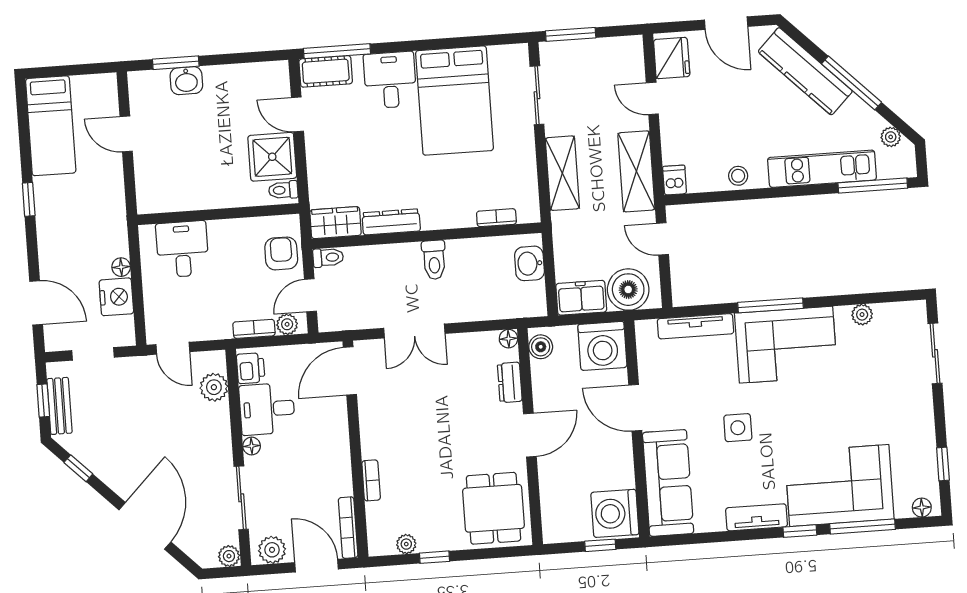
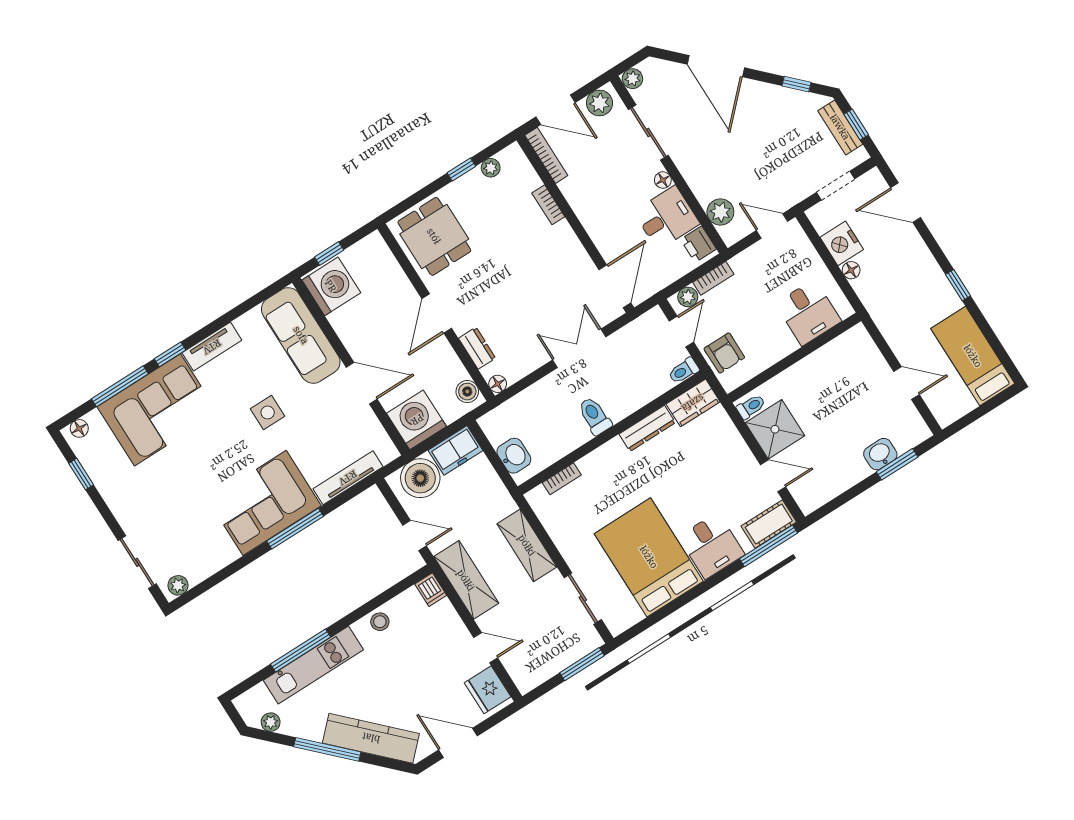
window: (873, 185) -> (300, 651), moved
plant: (862, 315) -> (178, 585), moved

